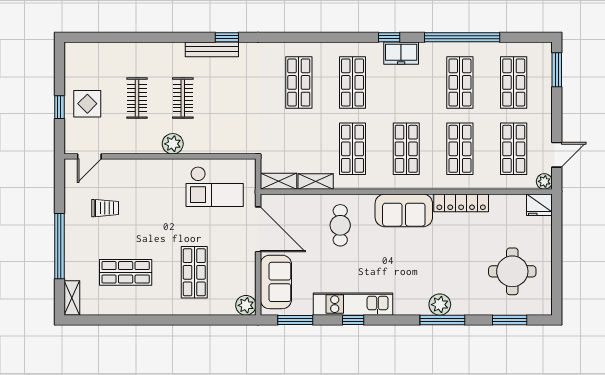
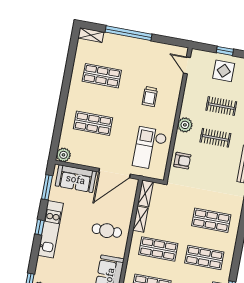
armchair: (223, 138) -> (182, 161), added
trolley: (105, 208) -> (150, 97), moved
shop shelf: (126, 272) -> (102, 76), turned 90

